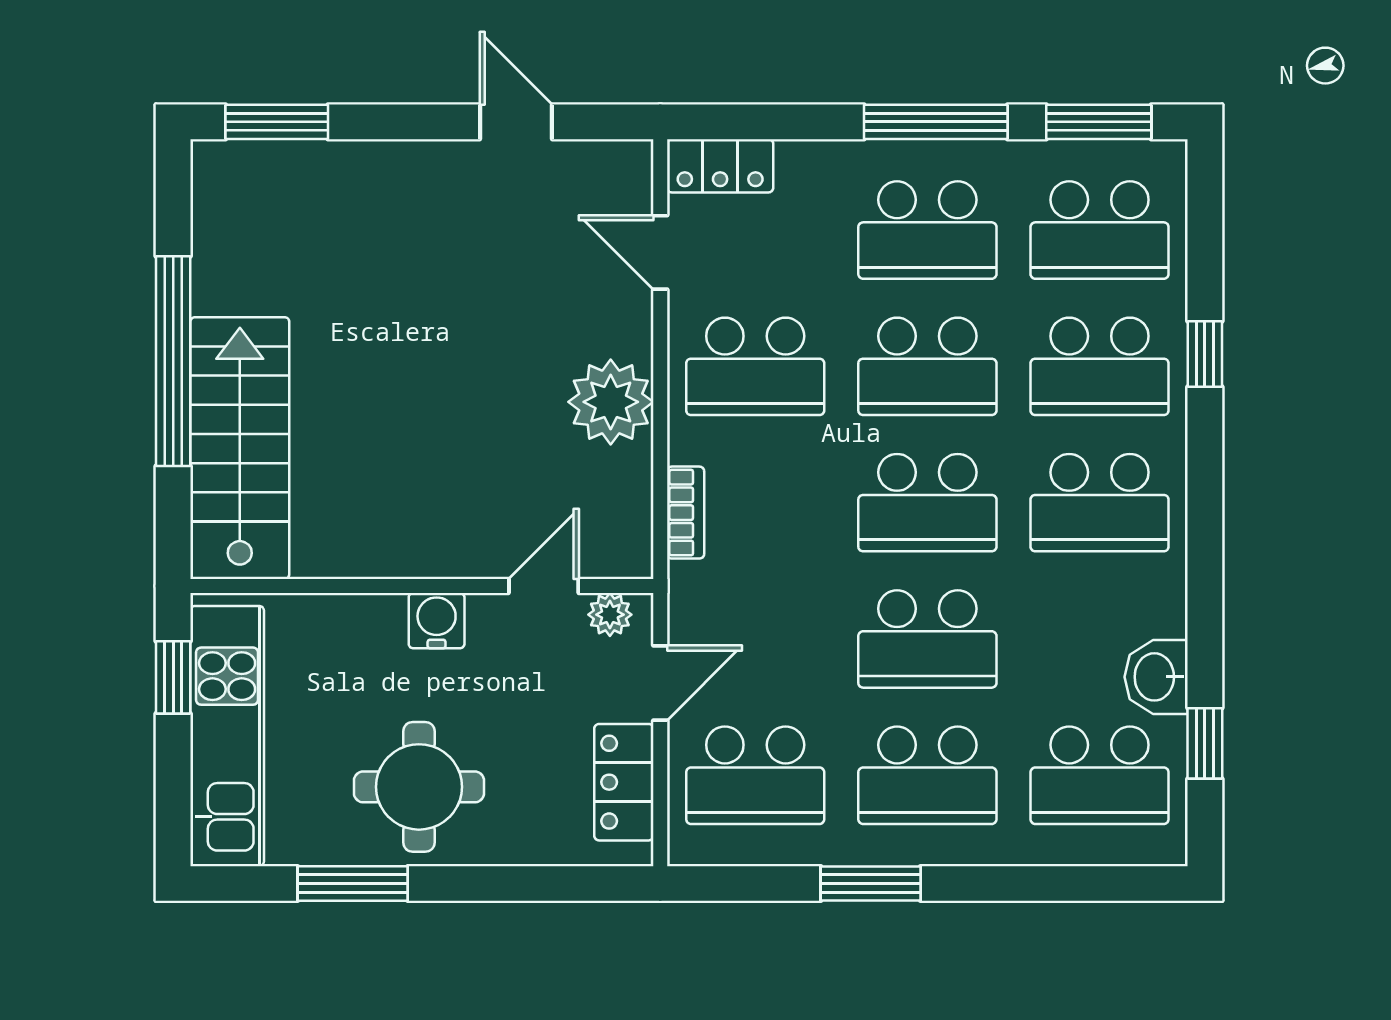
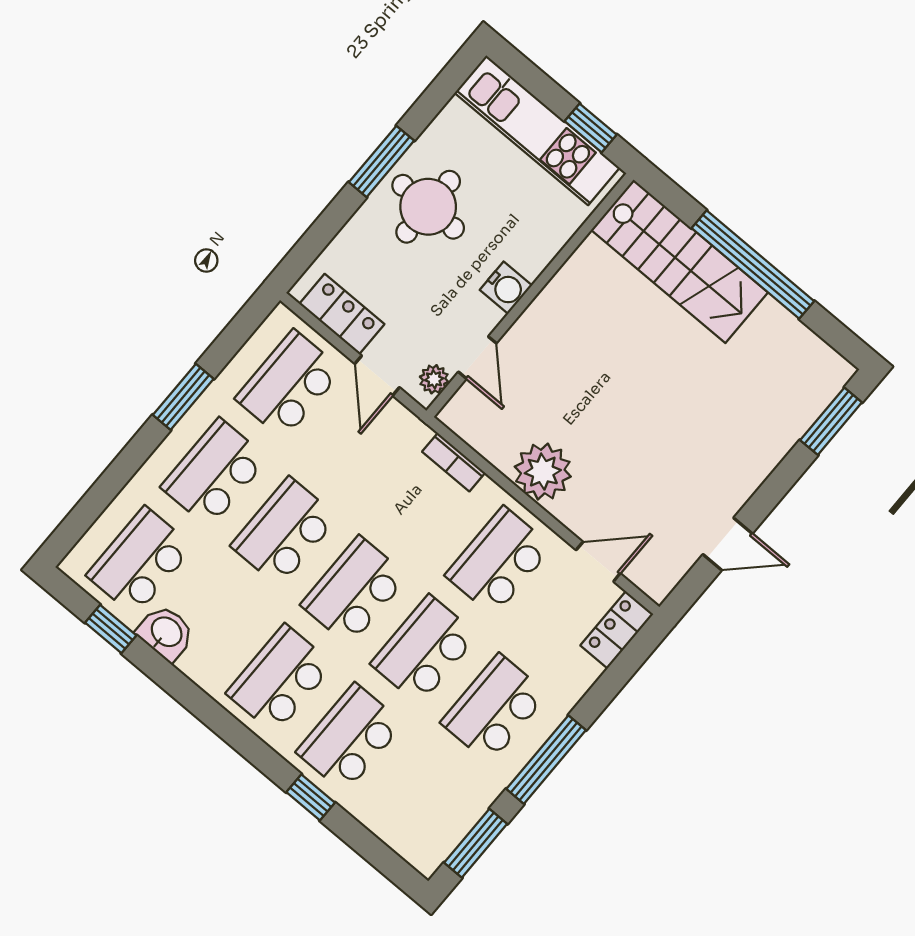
school desk: (1100, 230) -> (420, 797), removed
window: (353, 884) -> (381, 161), moved

